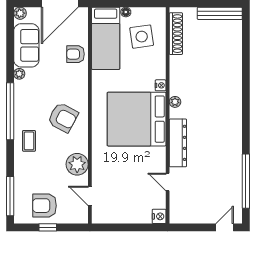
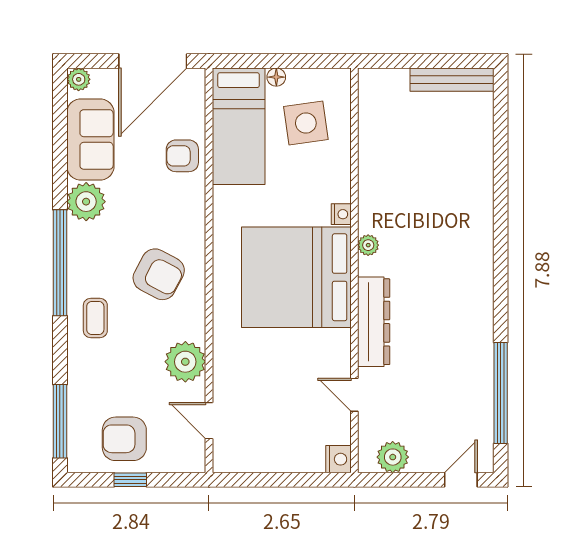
shoe rack: (176, 34) -> (370, 117), removed
plant: (19, 74) -> (86, 202), width x1.88, depth x1.88
plant: (188, 215) -> (393, 457), added

